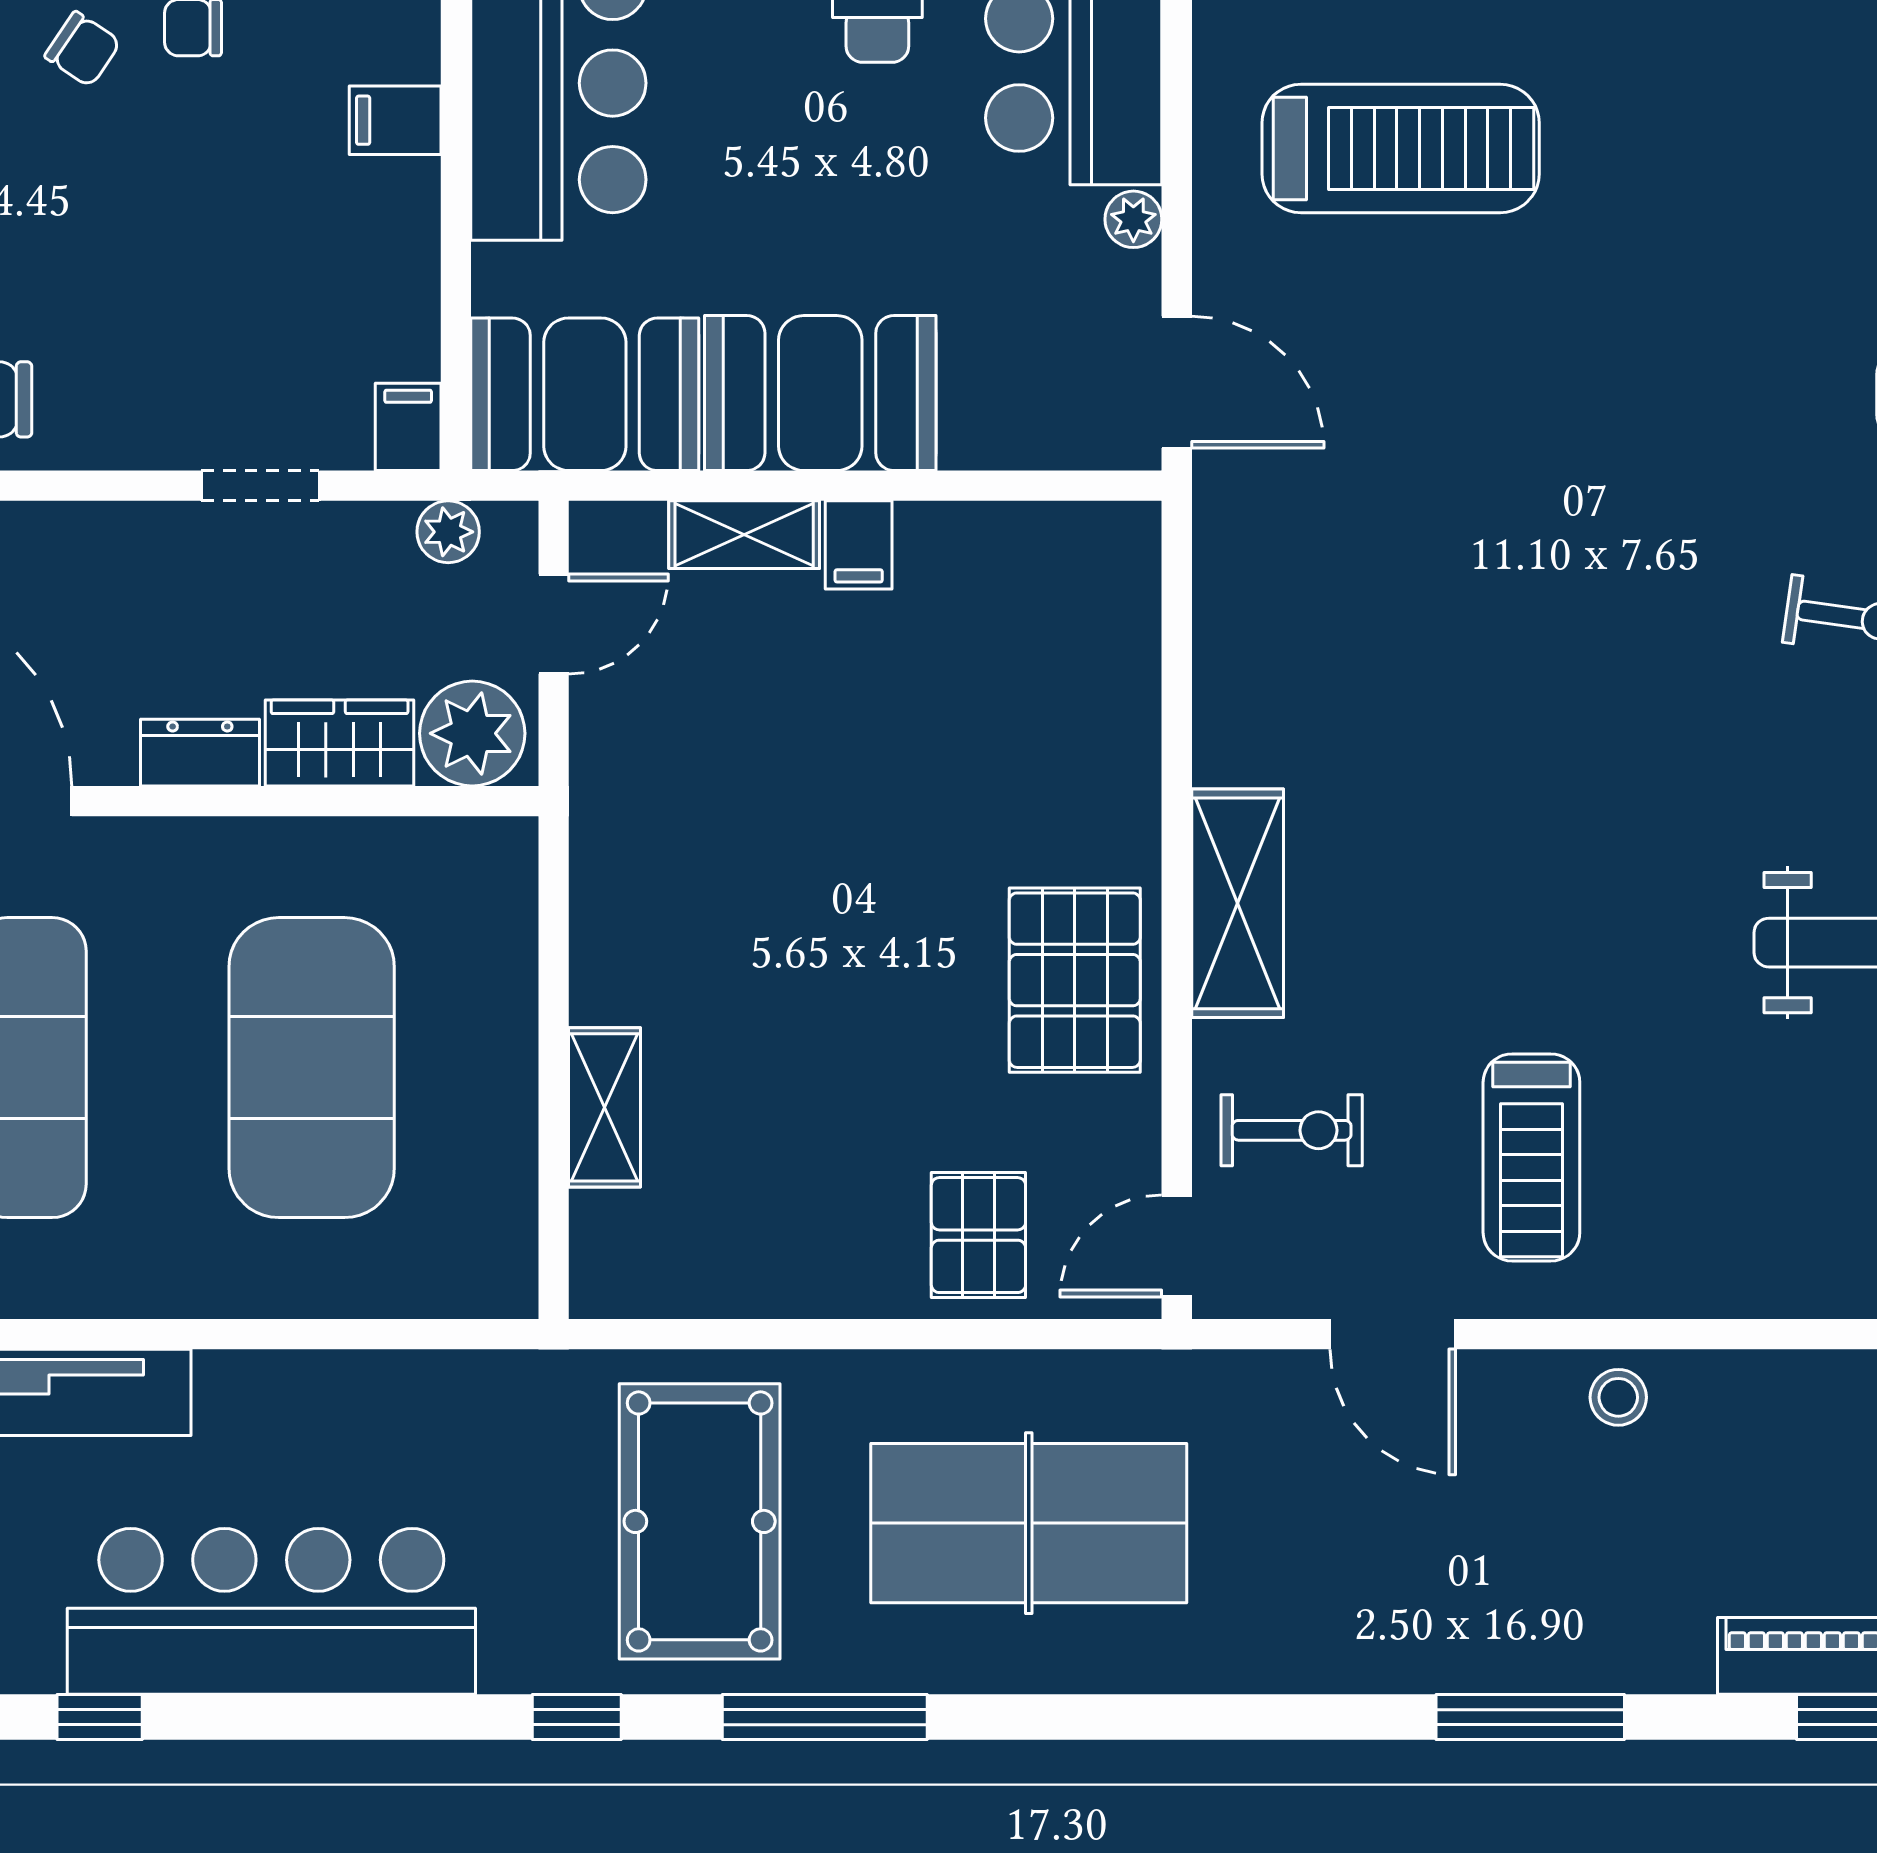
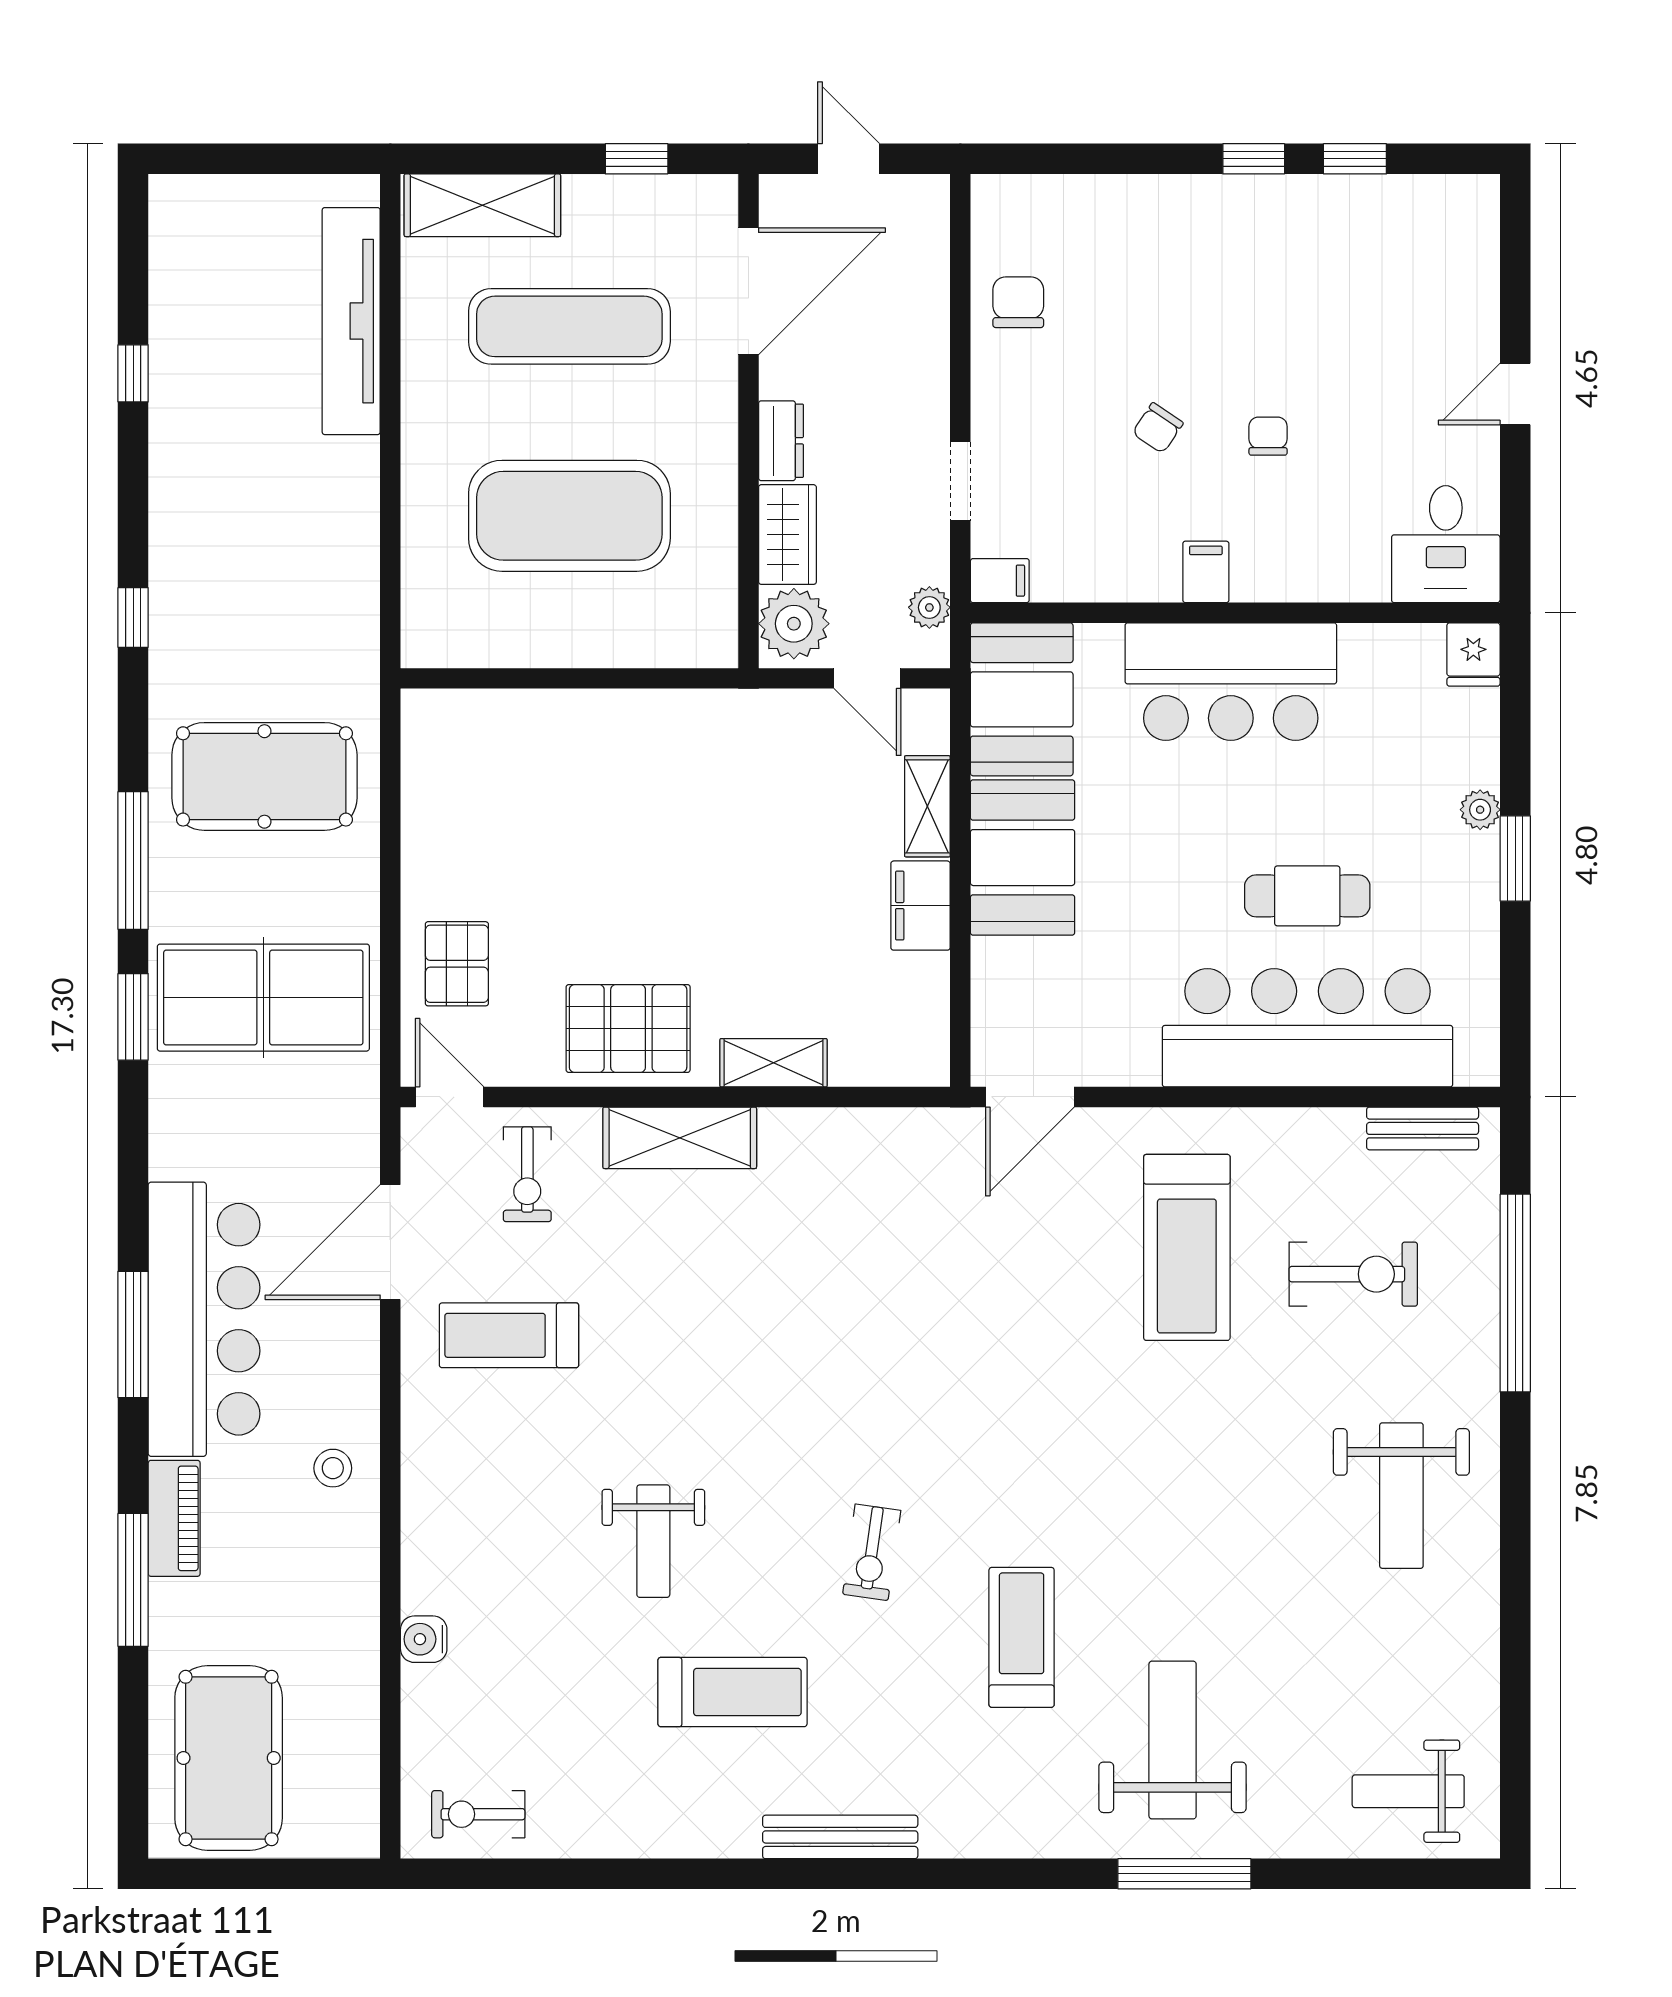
chair: (83, 49) -> (1158, 428), moved
plant: (1133, 219) -> (1139, 1068), removed
filing cabinet: (859, 545) -> (921, 906), width x2.00
shelving: (605, 1107) -> (774, 1063), moved
pallet: (978, 1235) -> (457, 964), turned 90
door: (1393, 1334) -> (390, 1242), width x1.36
stool: (1618, 1397) -> (333, 1468), moved
table tennis table: (1029, 1523) -> (263, 998), turned 90
bar counter: (271, 1611) -> (204, 1319), moved
window: (577, 1717) -> (133, 617), moved
window: (1057, 1717) -> (133, 1017), added

